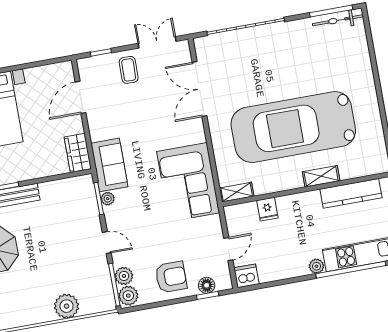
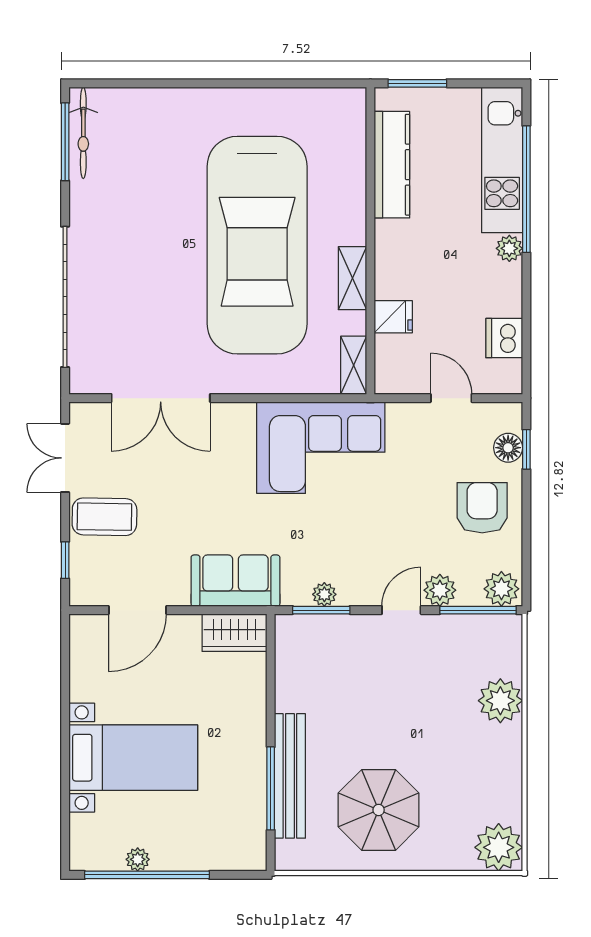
coffee table: (129, 70) -> (104, 517), width x1.36, depth x1.30
door: (81, 97) -> (138, 610), hinge flipped
sofa: (109, 165) -> (235, 581), moved
shelving: (321, 176) -> (353, 278), moved
plant: (124, 276) -> (440, 590), moved
dishwasher: (246, 276) -> (504, 338), moved

